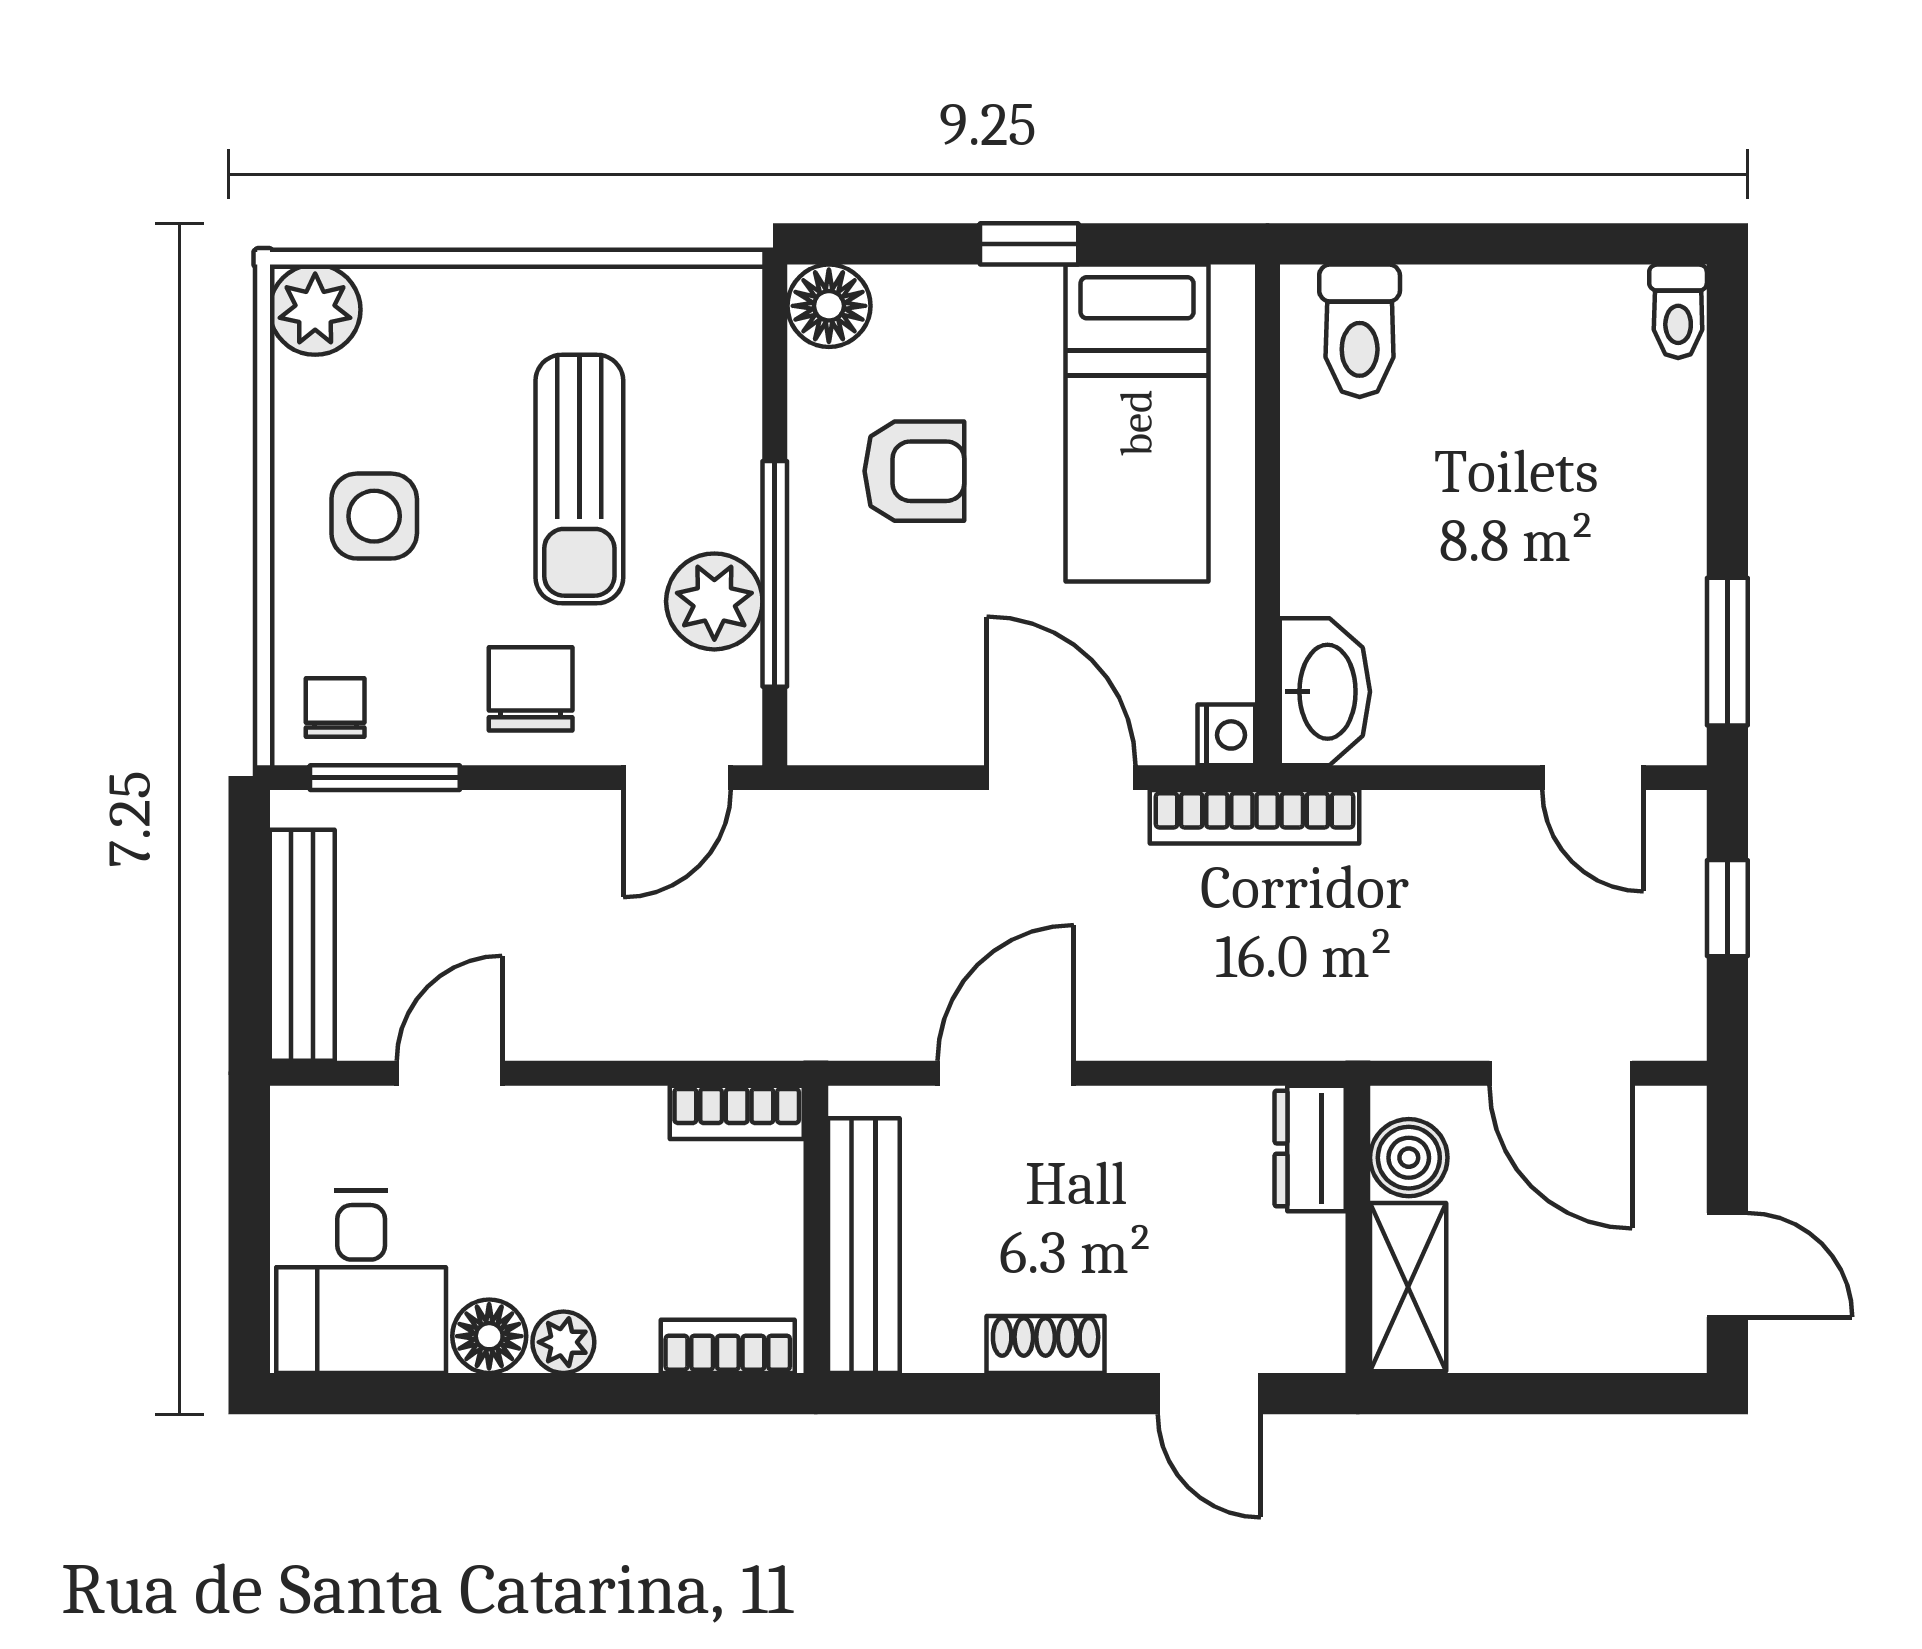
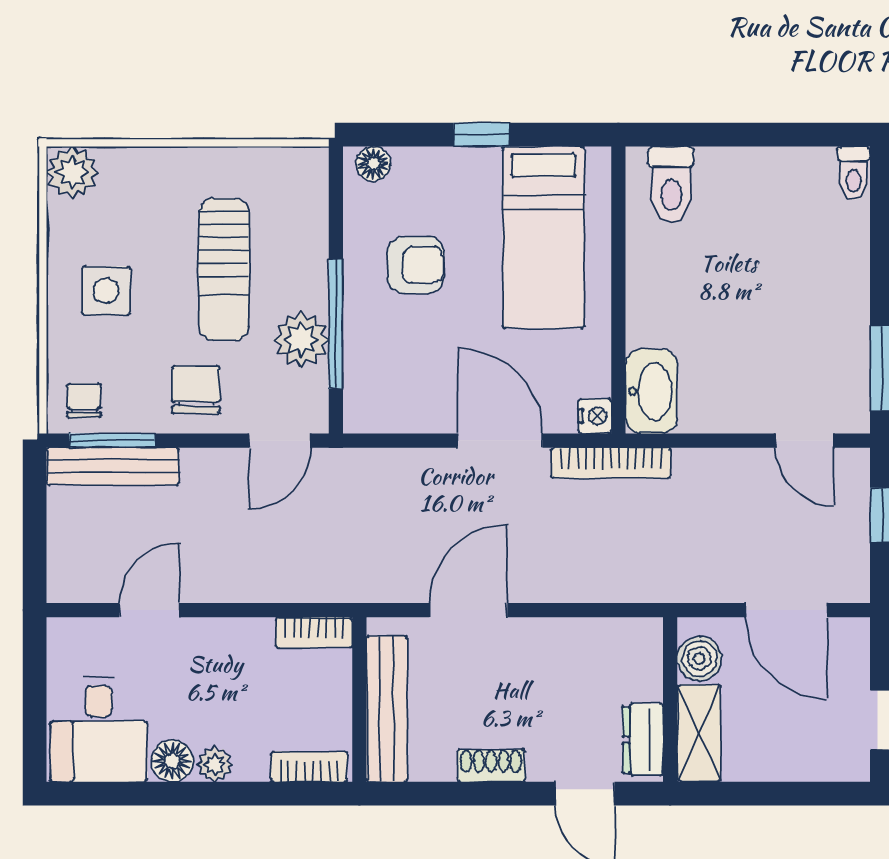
floor lamp: (829, 306) -> (373, 164), width x0.73, depth x0.73
bench: (302, 945) -> (113, 466), moved, turned 90
dresser: (1310, 1149) -> (643, 740), moved

